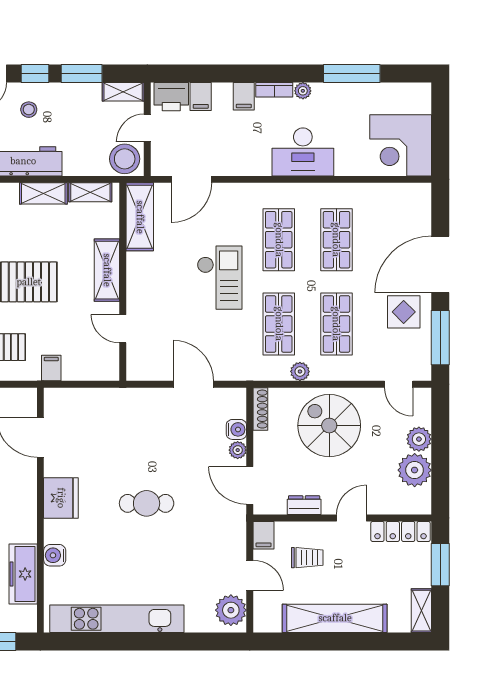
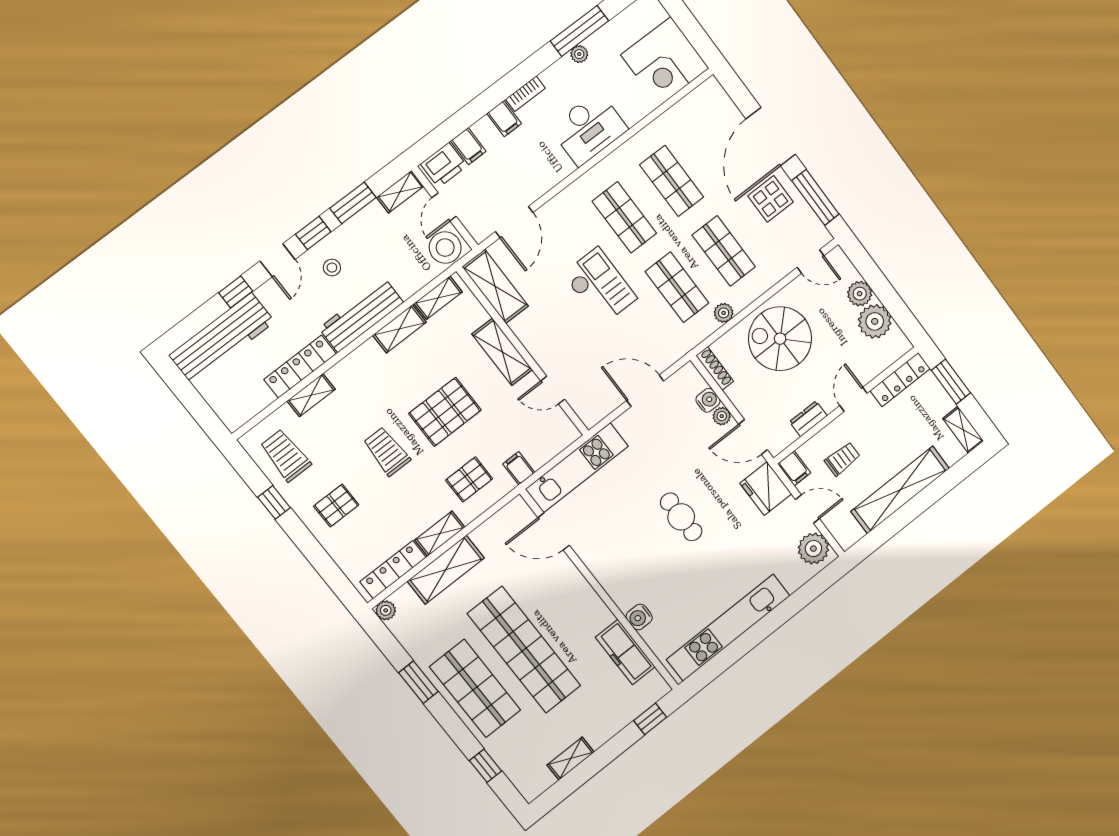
plant: (303, 91) -> (579, 54), moved
kitchen unit: (96, 402) -> (577, 468), added
fridge: (61, 498) -> (766, 488), moved, turned 180
cafe table: (147, 503) -> (681, 517), turned 90

